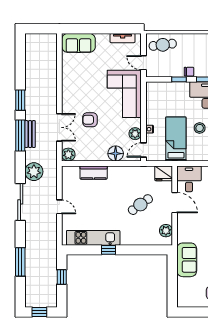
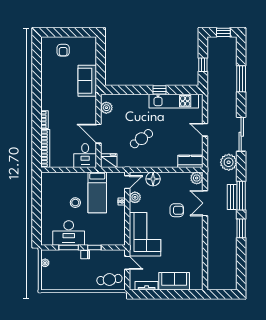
sofa: (79, 43) -> (174, 281), moved
kitchen counter: (94, 173) -> (190, 161), moved
cafe table: (140, 205) -> (141, 139), moved

